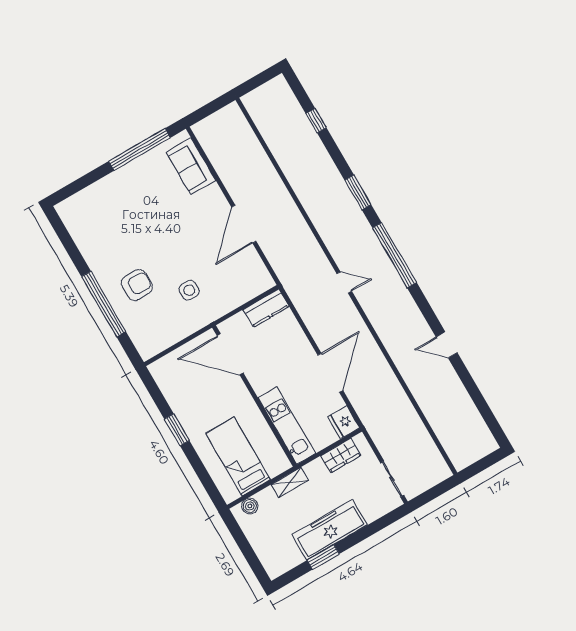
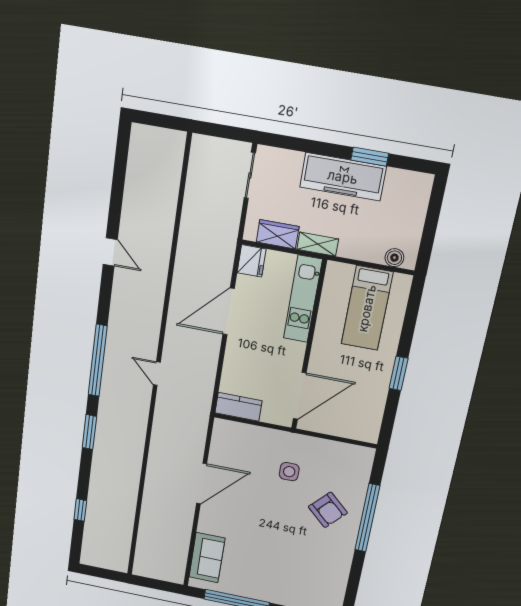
armchair: (137, 285) -> (328, 510), turned -137
door: (230, 354) -> (300, 396), hinge flipped
shelving: (290, 482) -> (318, 244), moved

